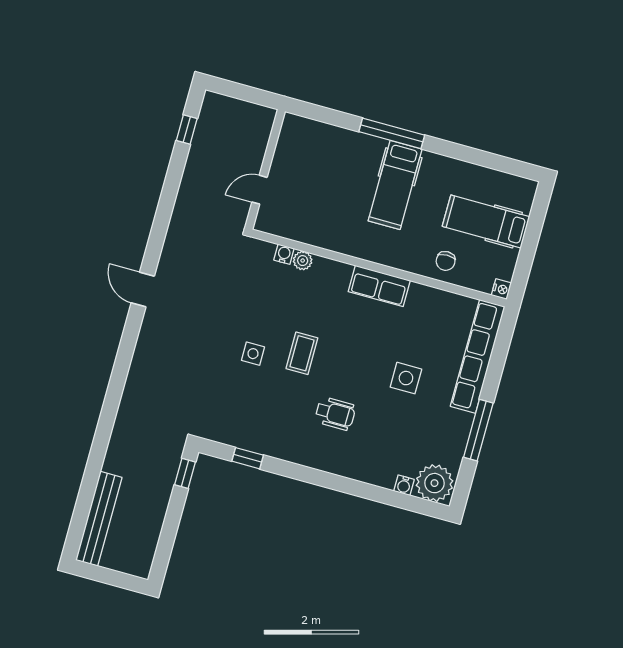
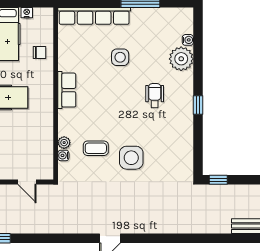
nightstand: (501, 289) -> (27, 13), moved
coffee table: (302, 353) -> (96, 148), moved
side table: (253, 354) -> (131, 158), width x1.87, depth x1.87
window: (248, 458) -> (198, 105), moved
plant: (434, 483) -> (181, 59), moved

